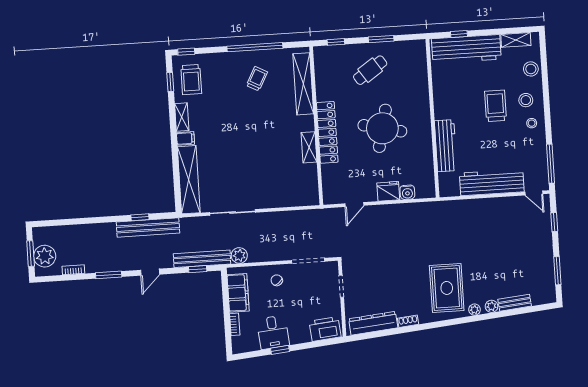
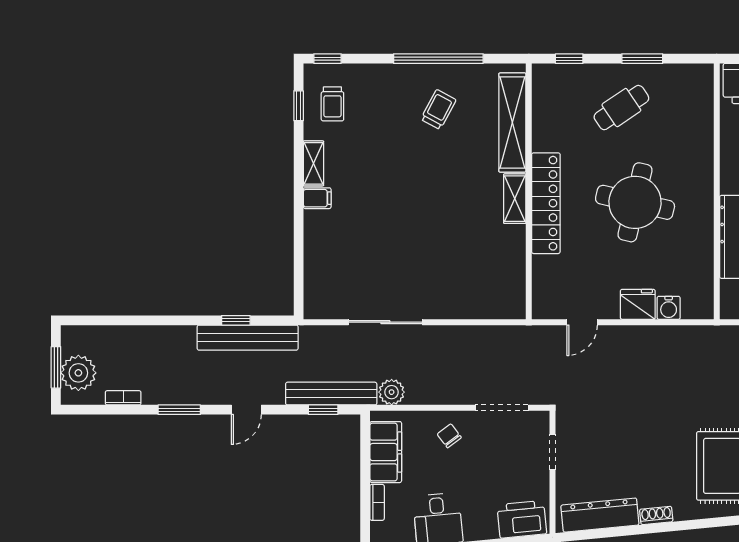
trolley: (191, 79) -> (332, 104), width x0.73, depth x0.72
shelving: (309, 147) -> (515, 199), moved
shelving: (189, 180) -> (318, 265), removed

